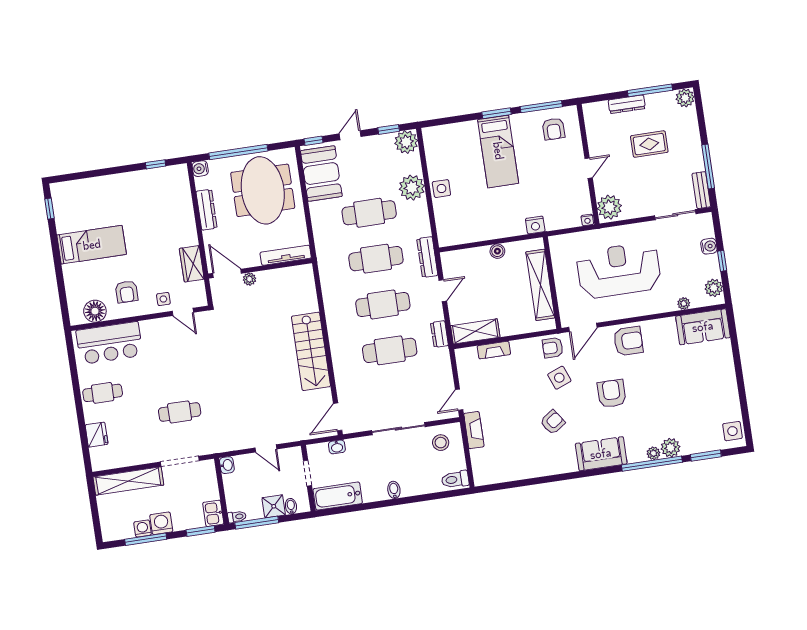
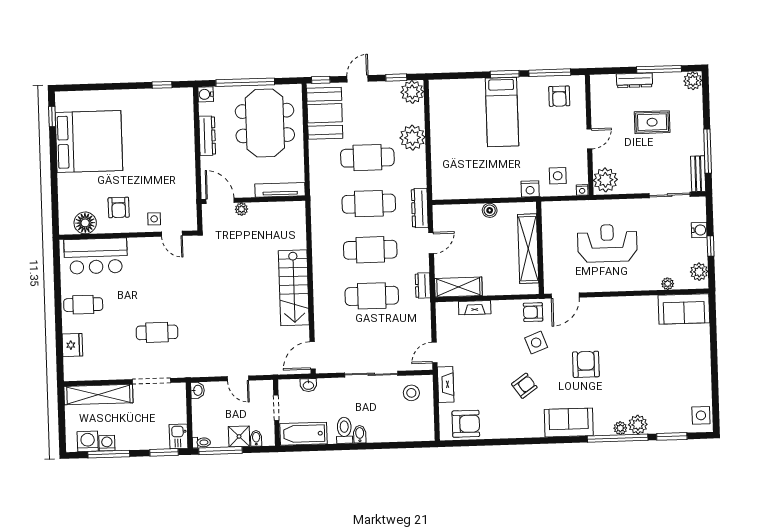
side table: (441, 189) -> (558, 176), moved
bed: (92, 245) -> (89, 141), width x2.04
wardrobe: (192, 264) -> (186, 187), removed
reception desk: (619, 270) -> (607, 243), width x0.74, depth x0.77
armchair: (628, 341) -> (466, 424), moved
toilet: (455, 479) -> (344, 430), moved, turned 90
washing machine: (161, 523) -> (88, 441), moved

